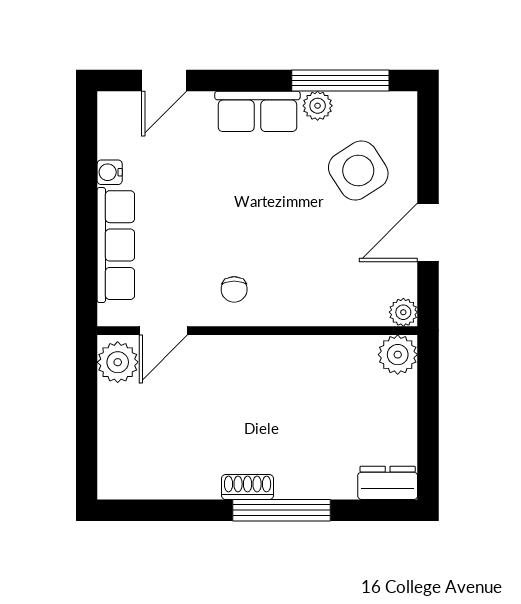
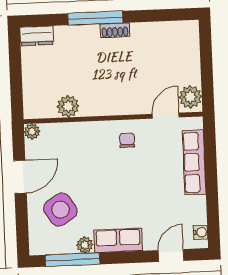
water cooler: (110, 172) -> (201, 232), moved
plant: (398, 355) -> (68, 106), moved

